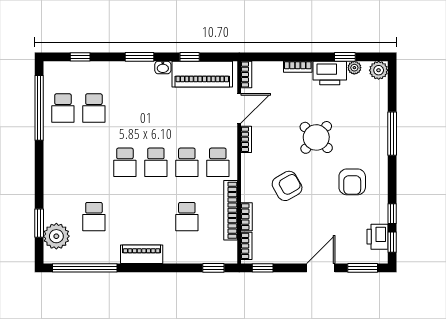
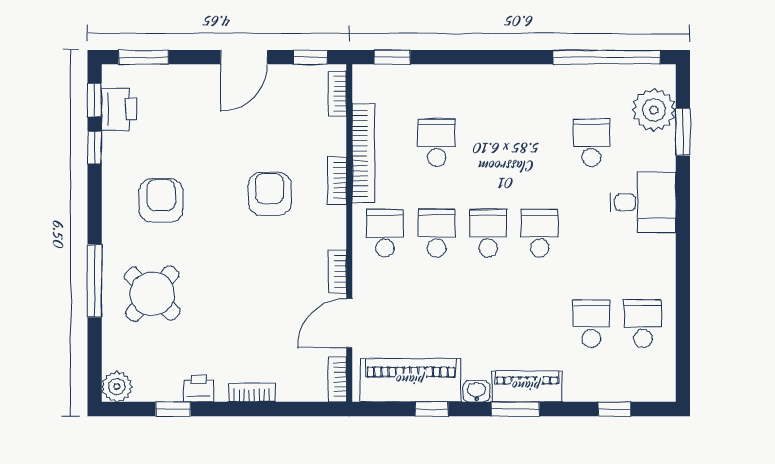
plant: (354, 68) -> (157, 391), removed
printer: (330, 73) -> (198, 389), width x0.53, depth x0.68
window: (39, 108) -> (683, 324), removed
round table: (316, 137) -> (152, 294), moved
desk: (63, 181) -> (643, 202), added
armchair: (287, 186) -> (270, 194), turned 120
bookcase: (247, 217) -> (337, 180), moved
piano: (142, 254) -> (527, 386), moved, turned 180
door: (321, 268) -> (244, 57), moved

